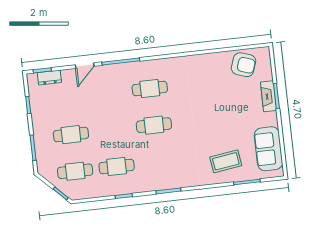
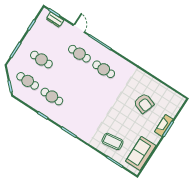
armchair: (244, 65) -> (144, 103), moved
door: (85, 66) -> (79, 29), swing flipped
cafe table: (154, 125) -> (79, 54), moved

